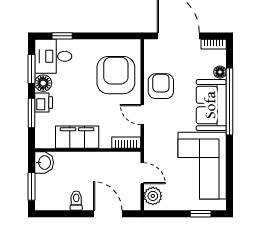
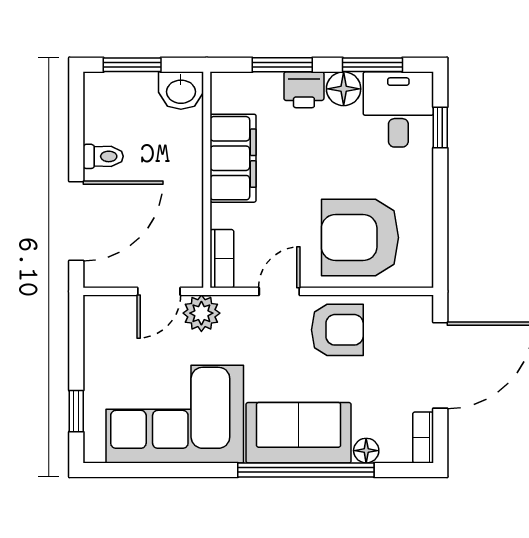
armchair: (116, 75) -> (360, 238), turned 180
plant: (153, 196) -> (201, 313), moved
door: (108, 214) -> (76, 221), width x1.36

